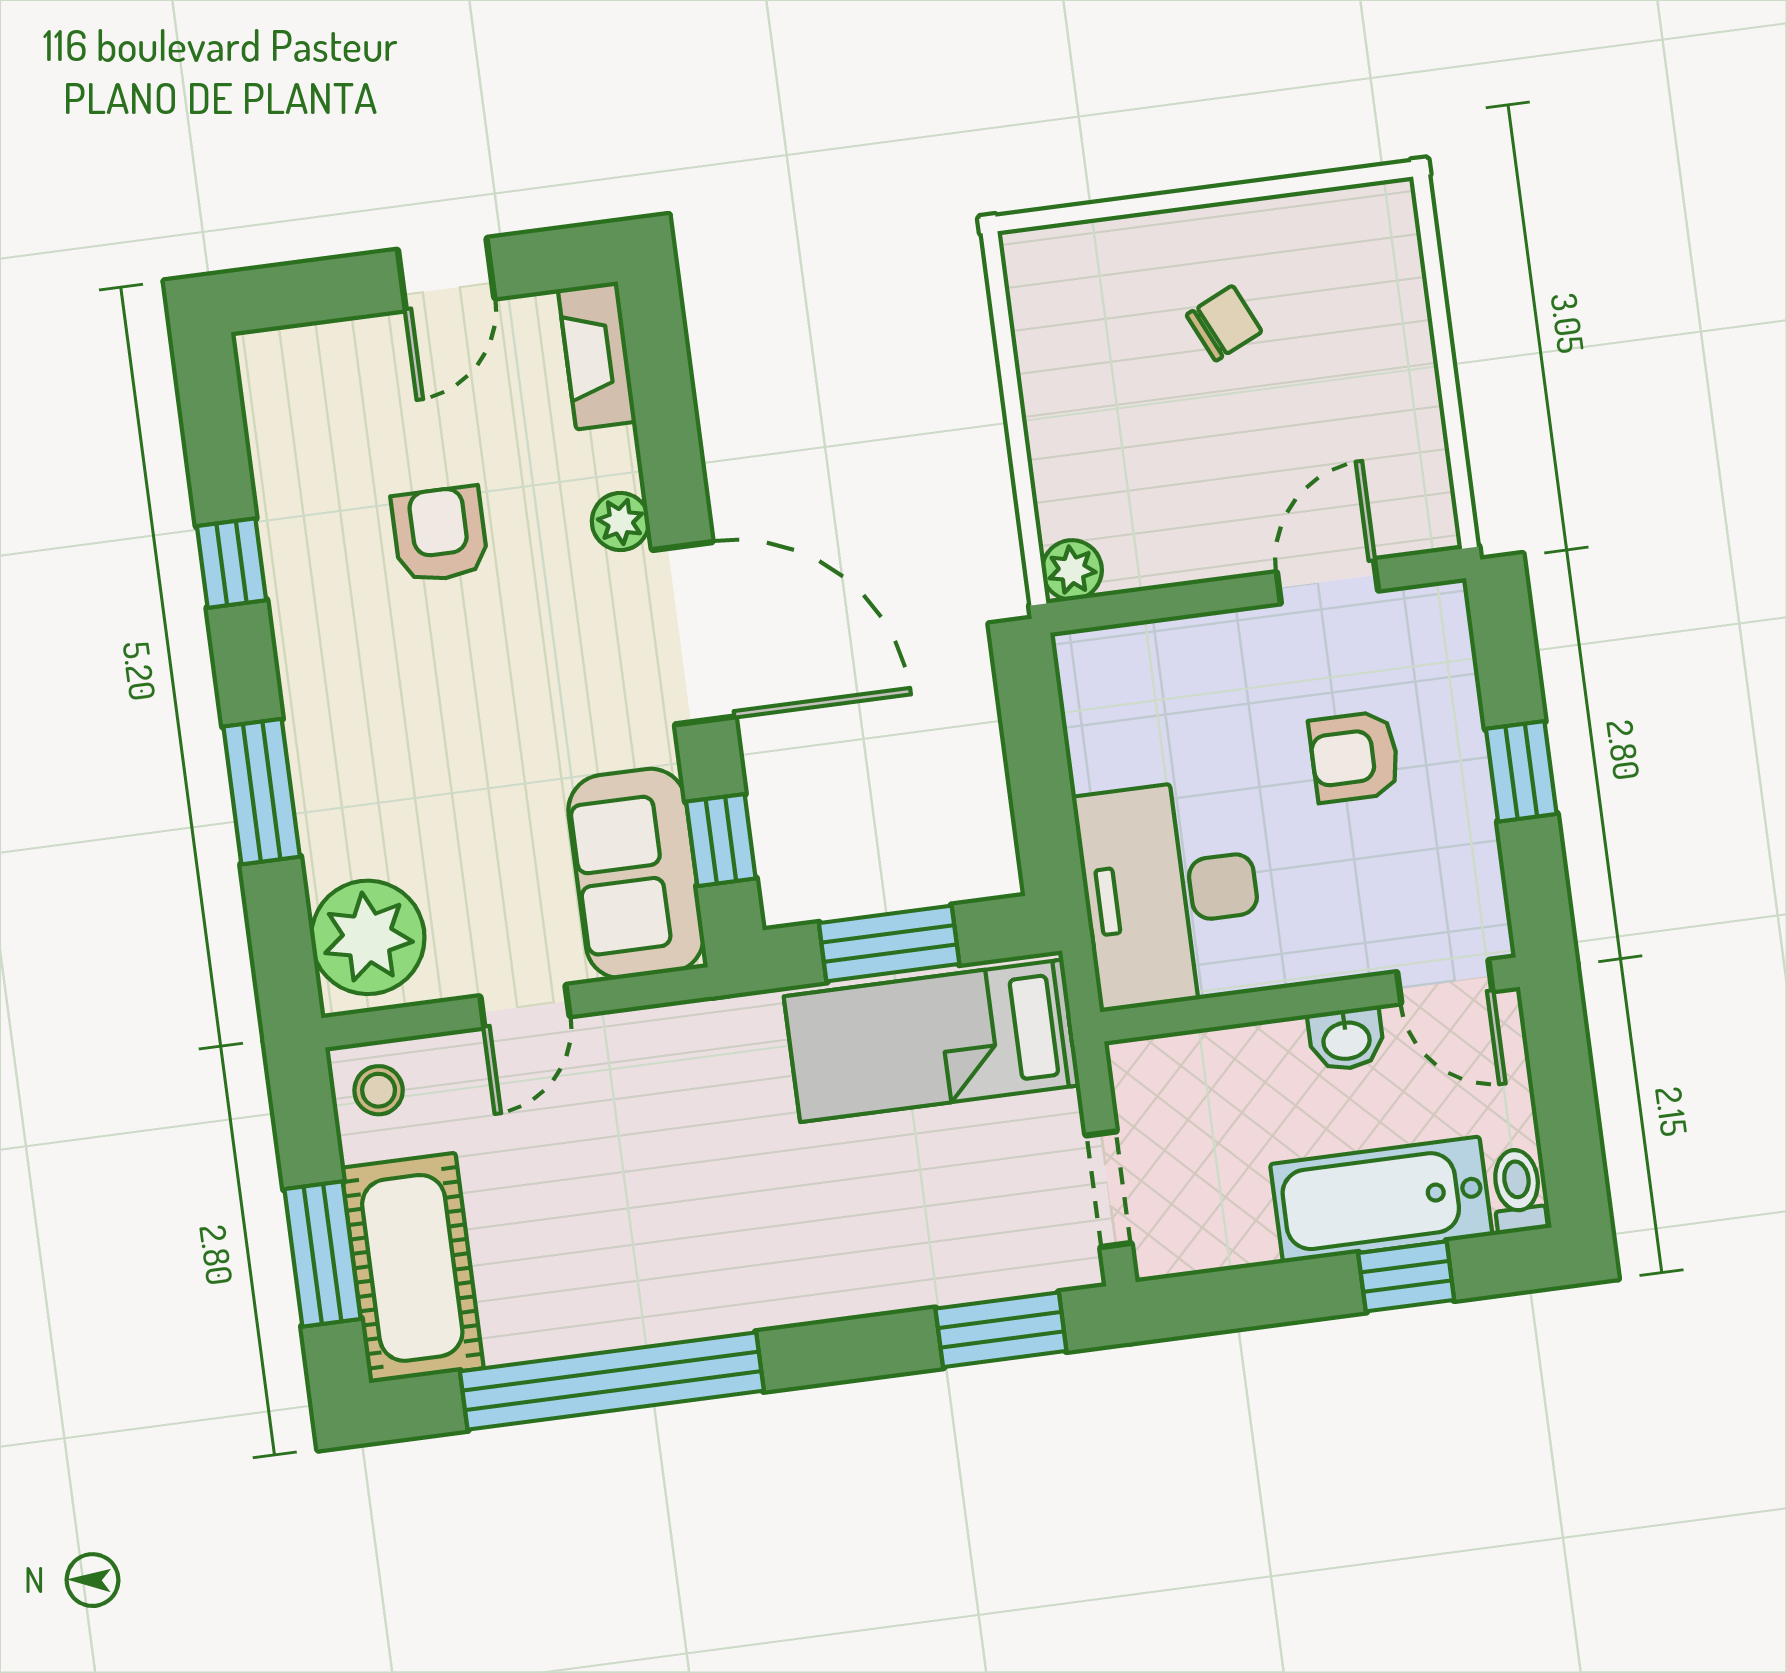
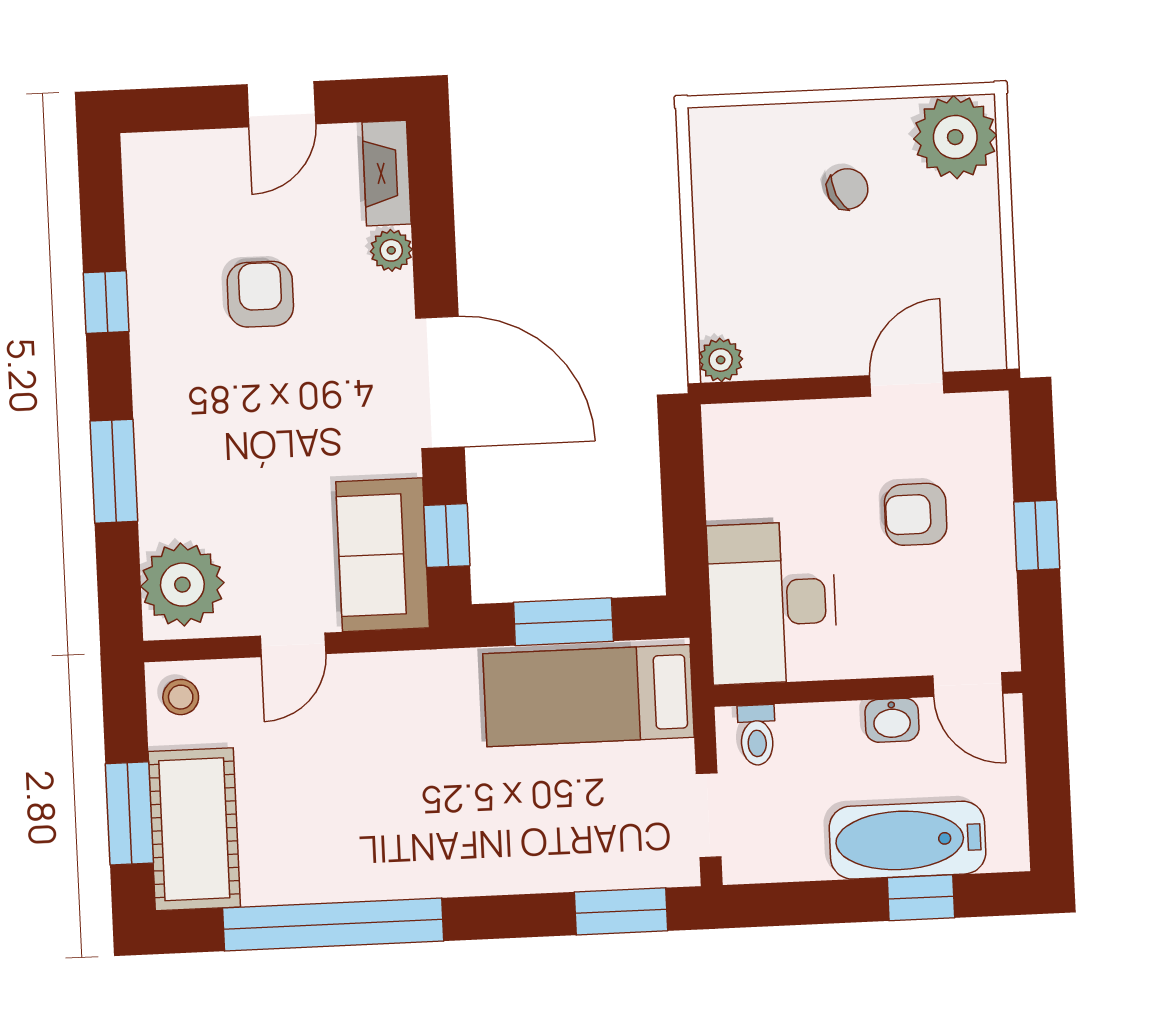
plant: (1364, 240) -> (955, 137), added
plant: (620, 521) -> (391, 250), moved
toilet: (1518, 1191) -> (757, 735), moved, turned 180

